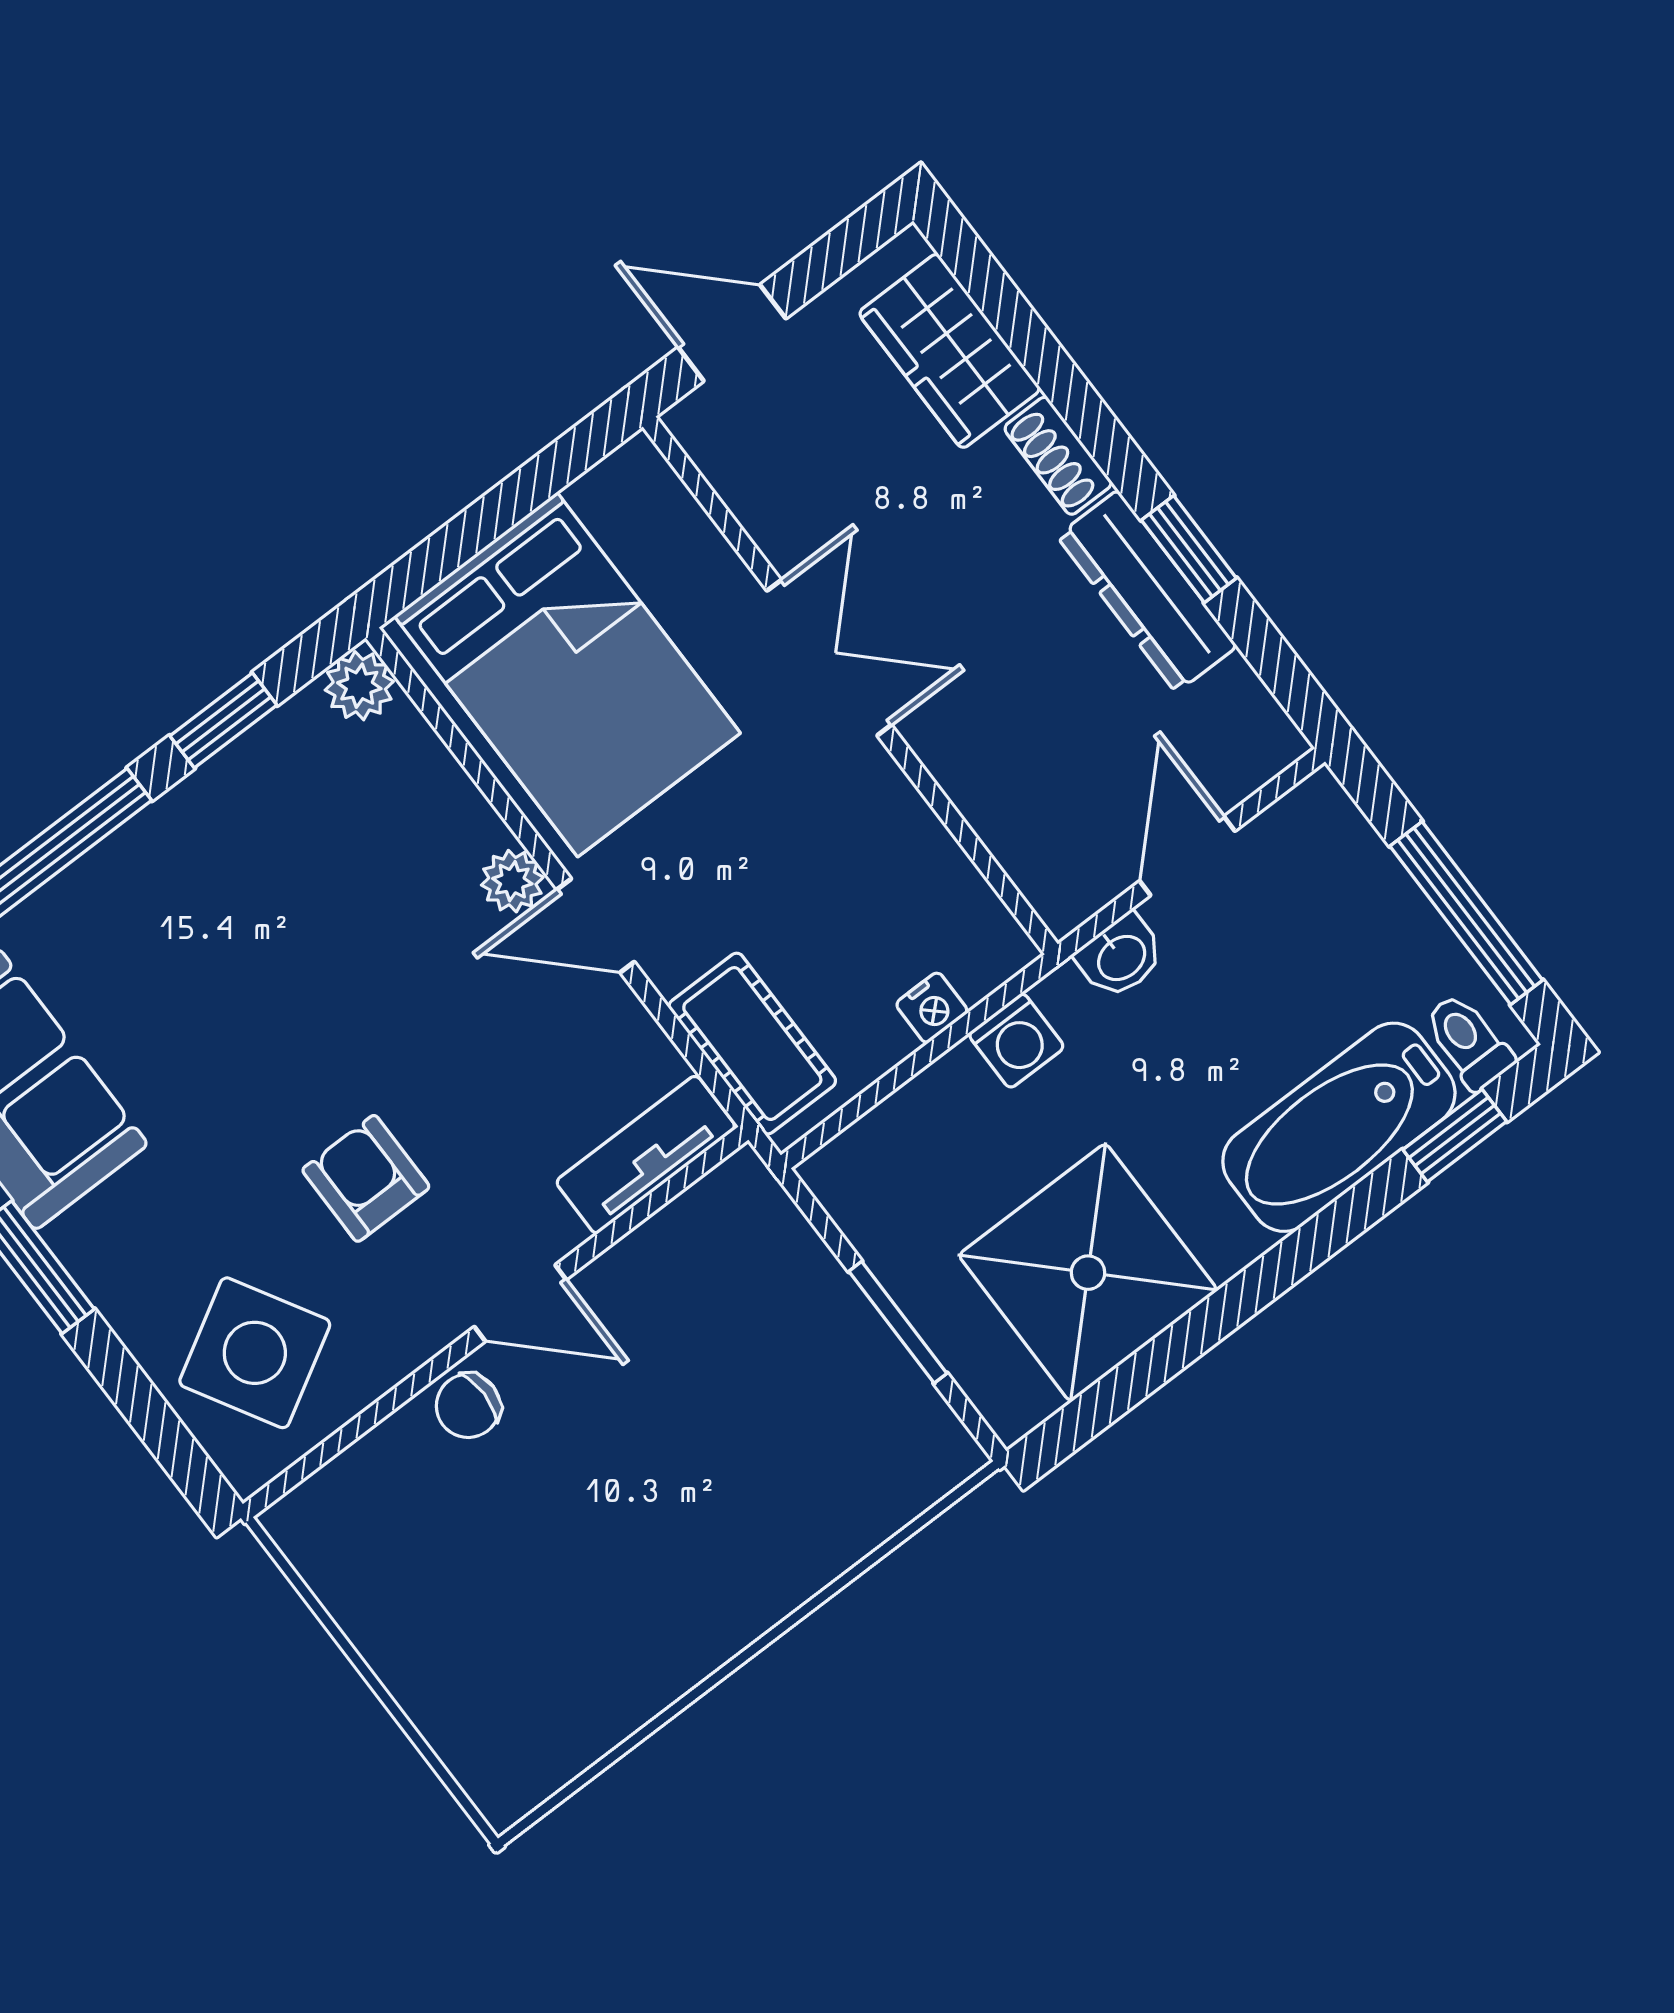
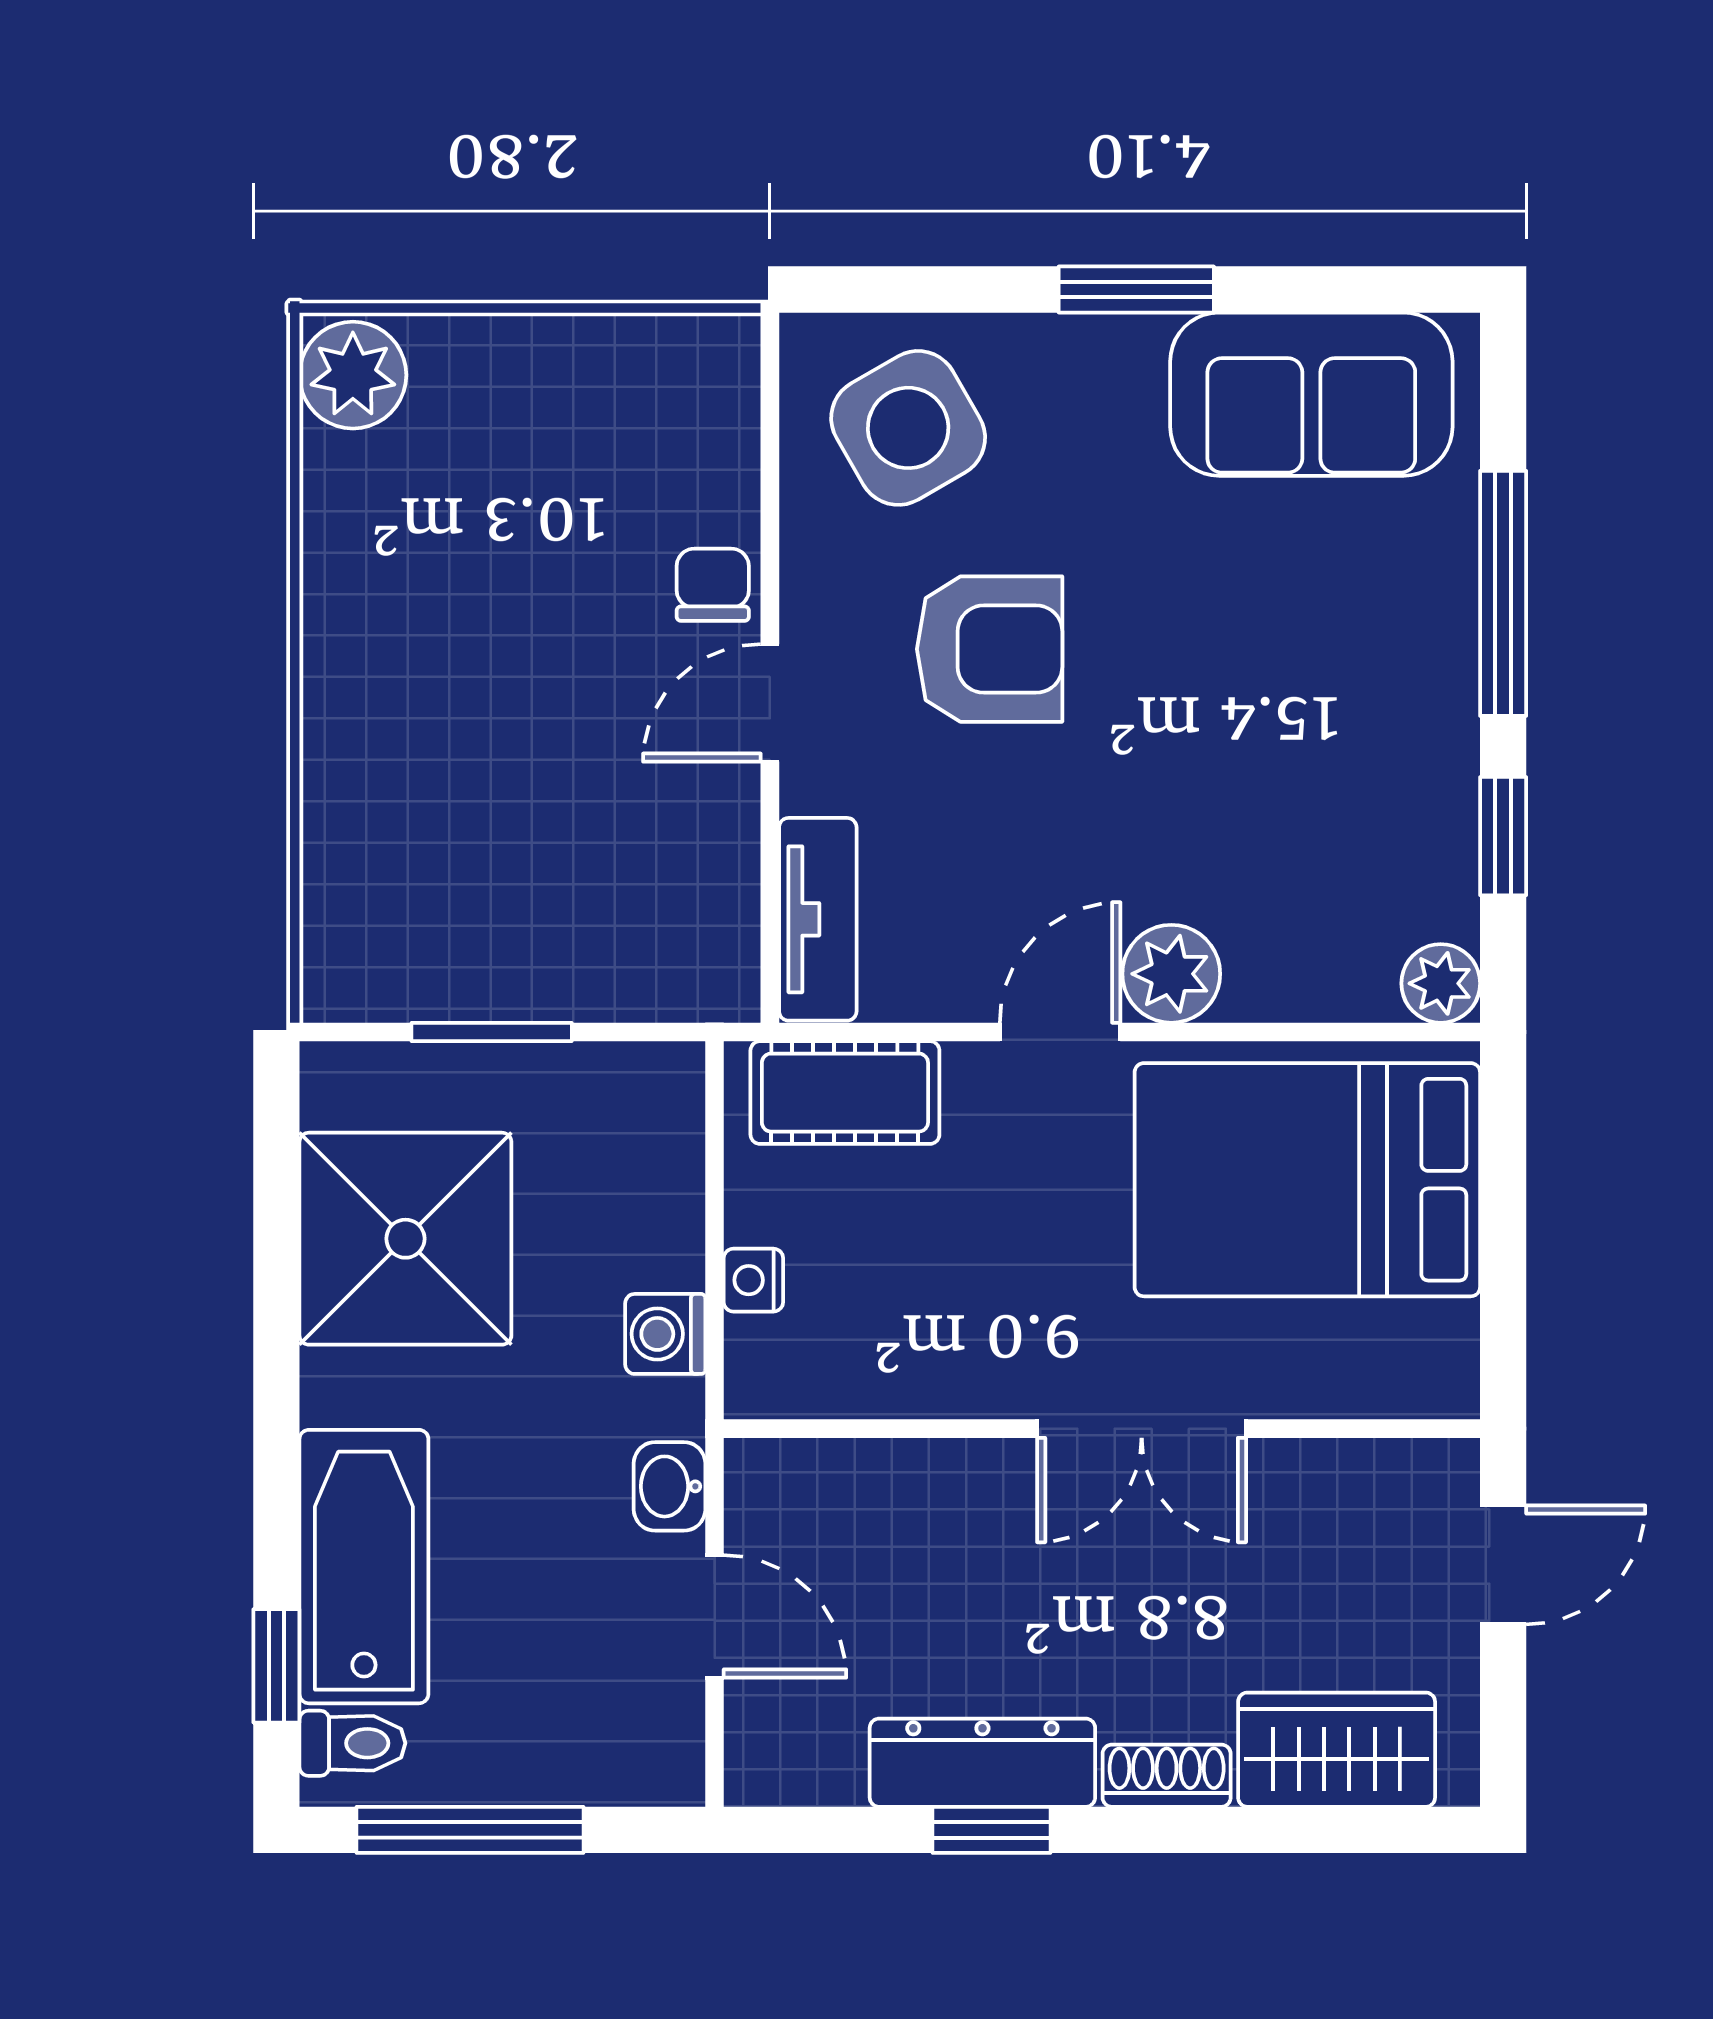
plant: (512, 881) -> (1171, 974), width x1.38, depth x1.38
armchair: (366, 1178) -> (990, 649), width x1.38, depth x1.38
plant: (513, 1768) -> (353, 375), added

